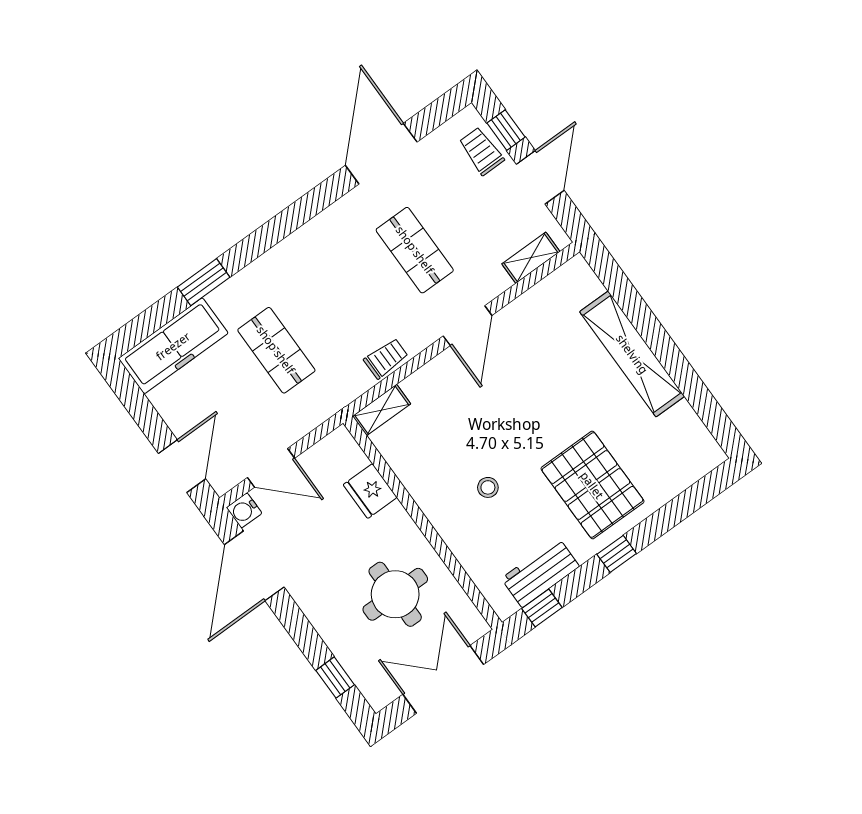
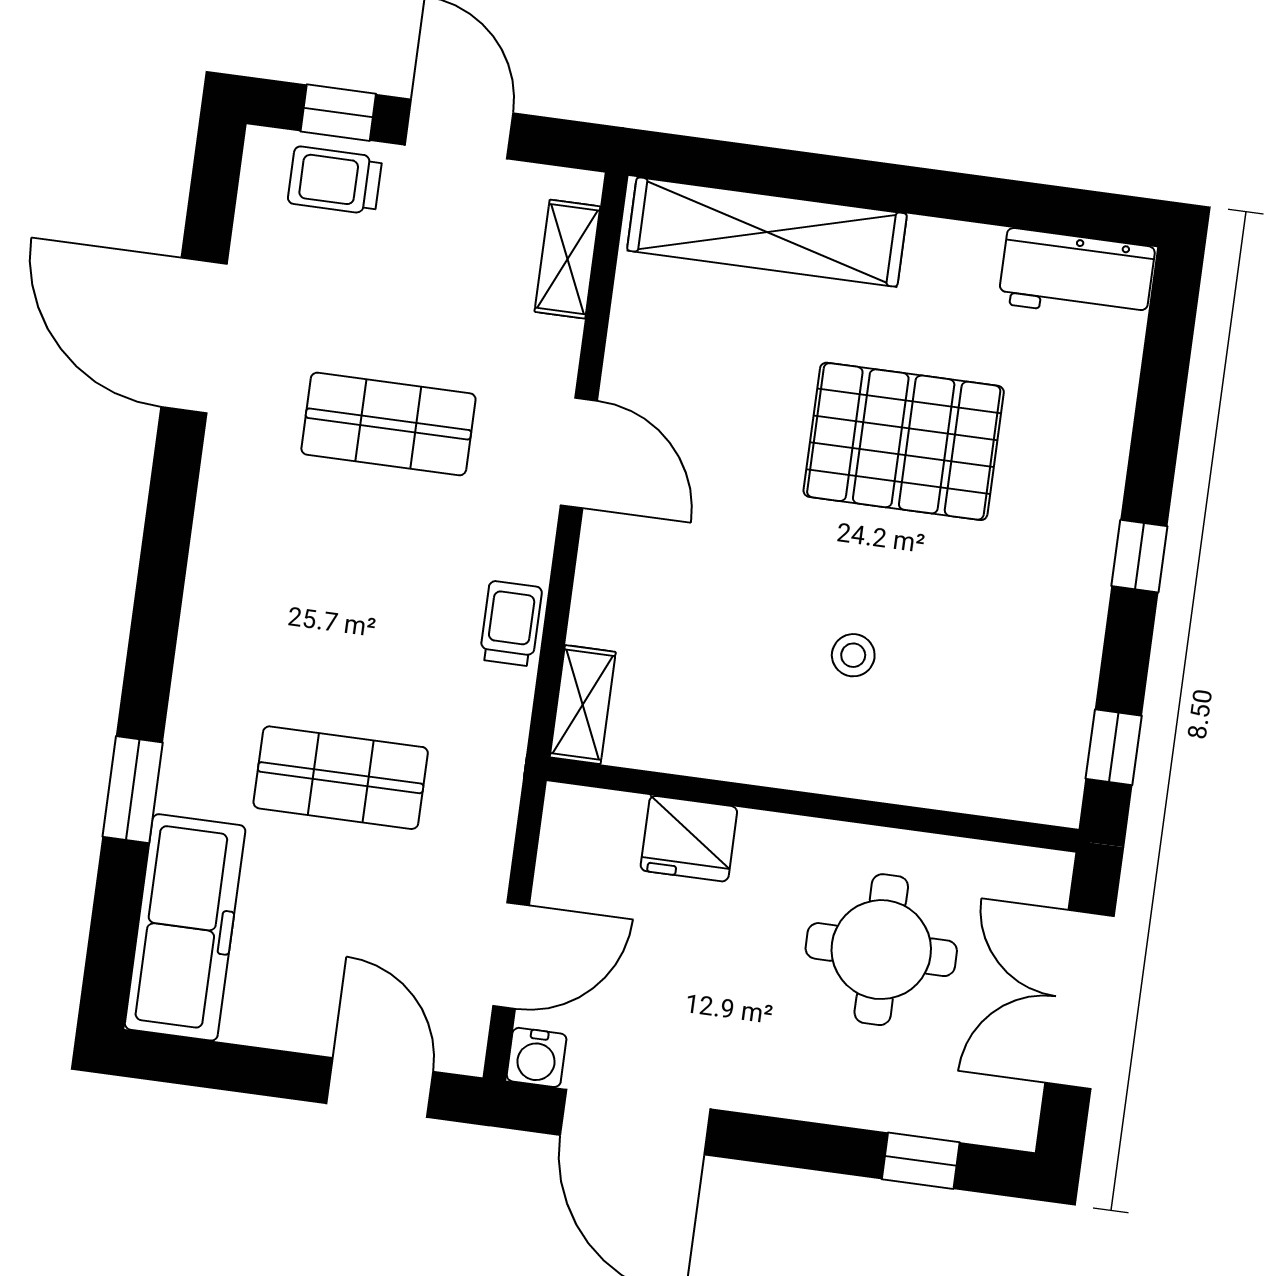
shelving: (632, 354) -> (767, 232), moved
pallet: (592, 485) -> (904, 441), moved
workbench: (540, 572) -> (1077, 275), moved, turned -90

